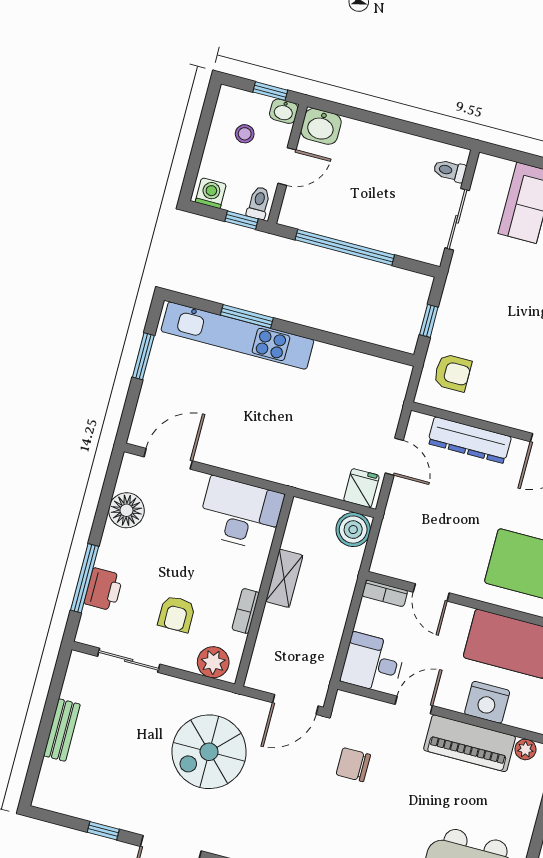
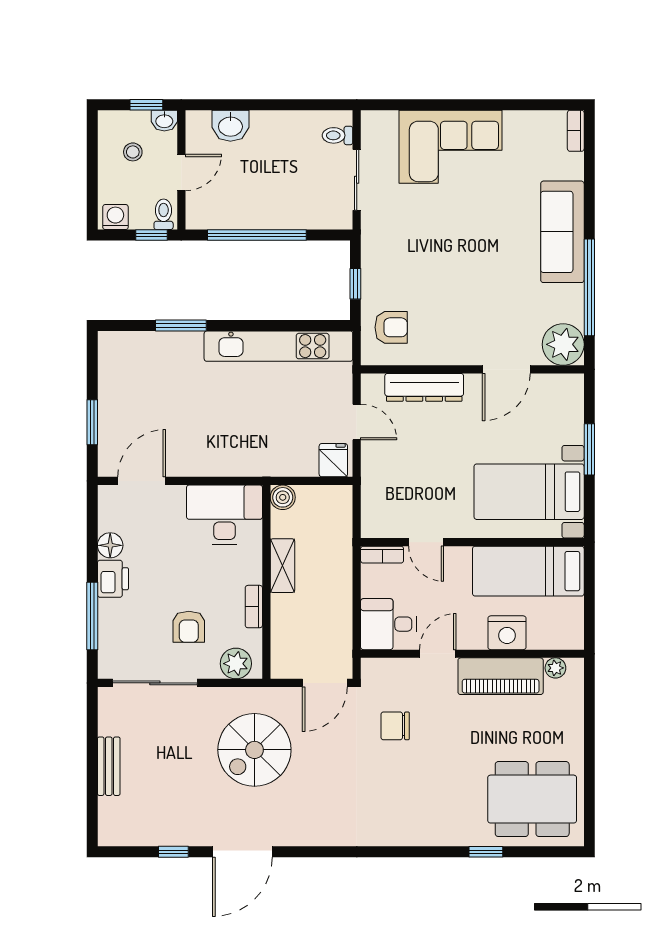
washbasin: (321, 126) -> (230, 126), moved
kitchen unit: (237, 336) -> (278, 346), moved
window: (143, 356) -> (92, 422), moved
floor lamp: (126, 510) -> (110, 545), width x0.73, depth x0.73
boiler: (353, 530) -> (283, 497), moved, width x0.73, depth x0.73
printer: (104, 589) -> (113, 579), moved
sliding door: (129, 660) -> (155, 683), width x1.37

